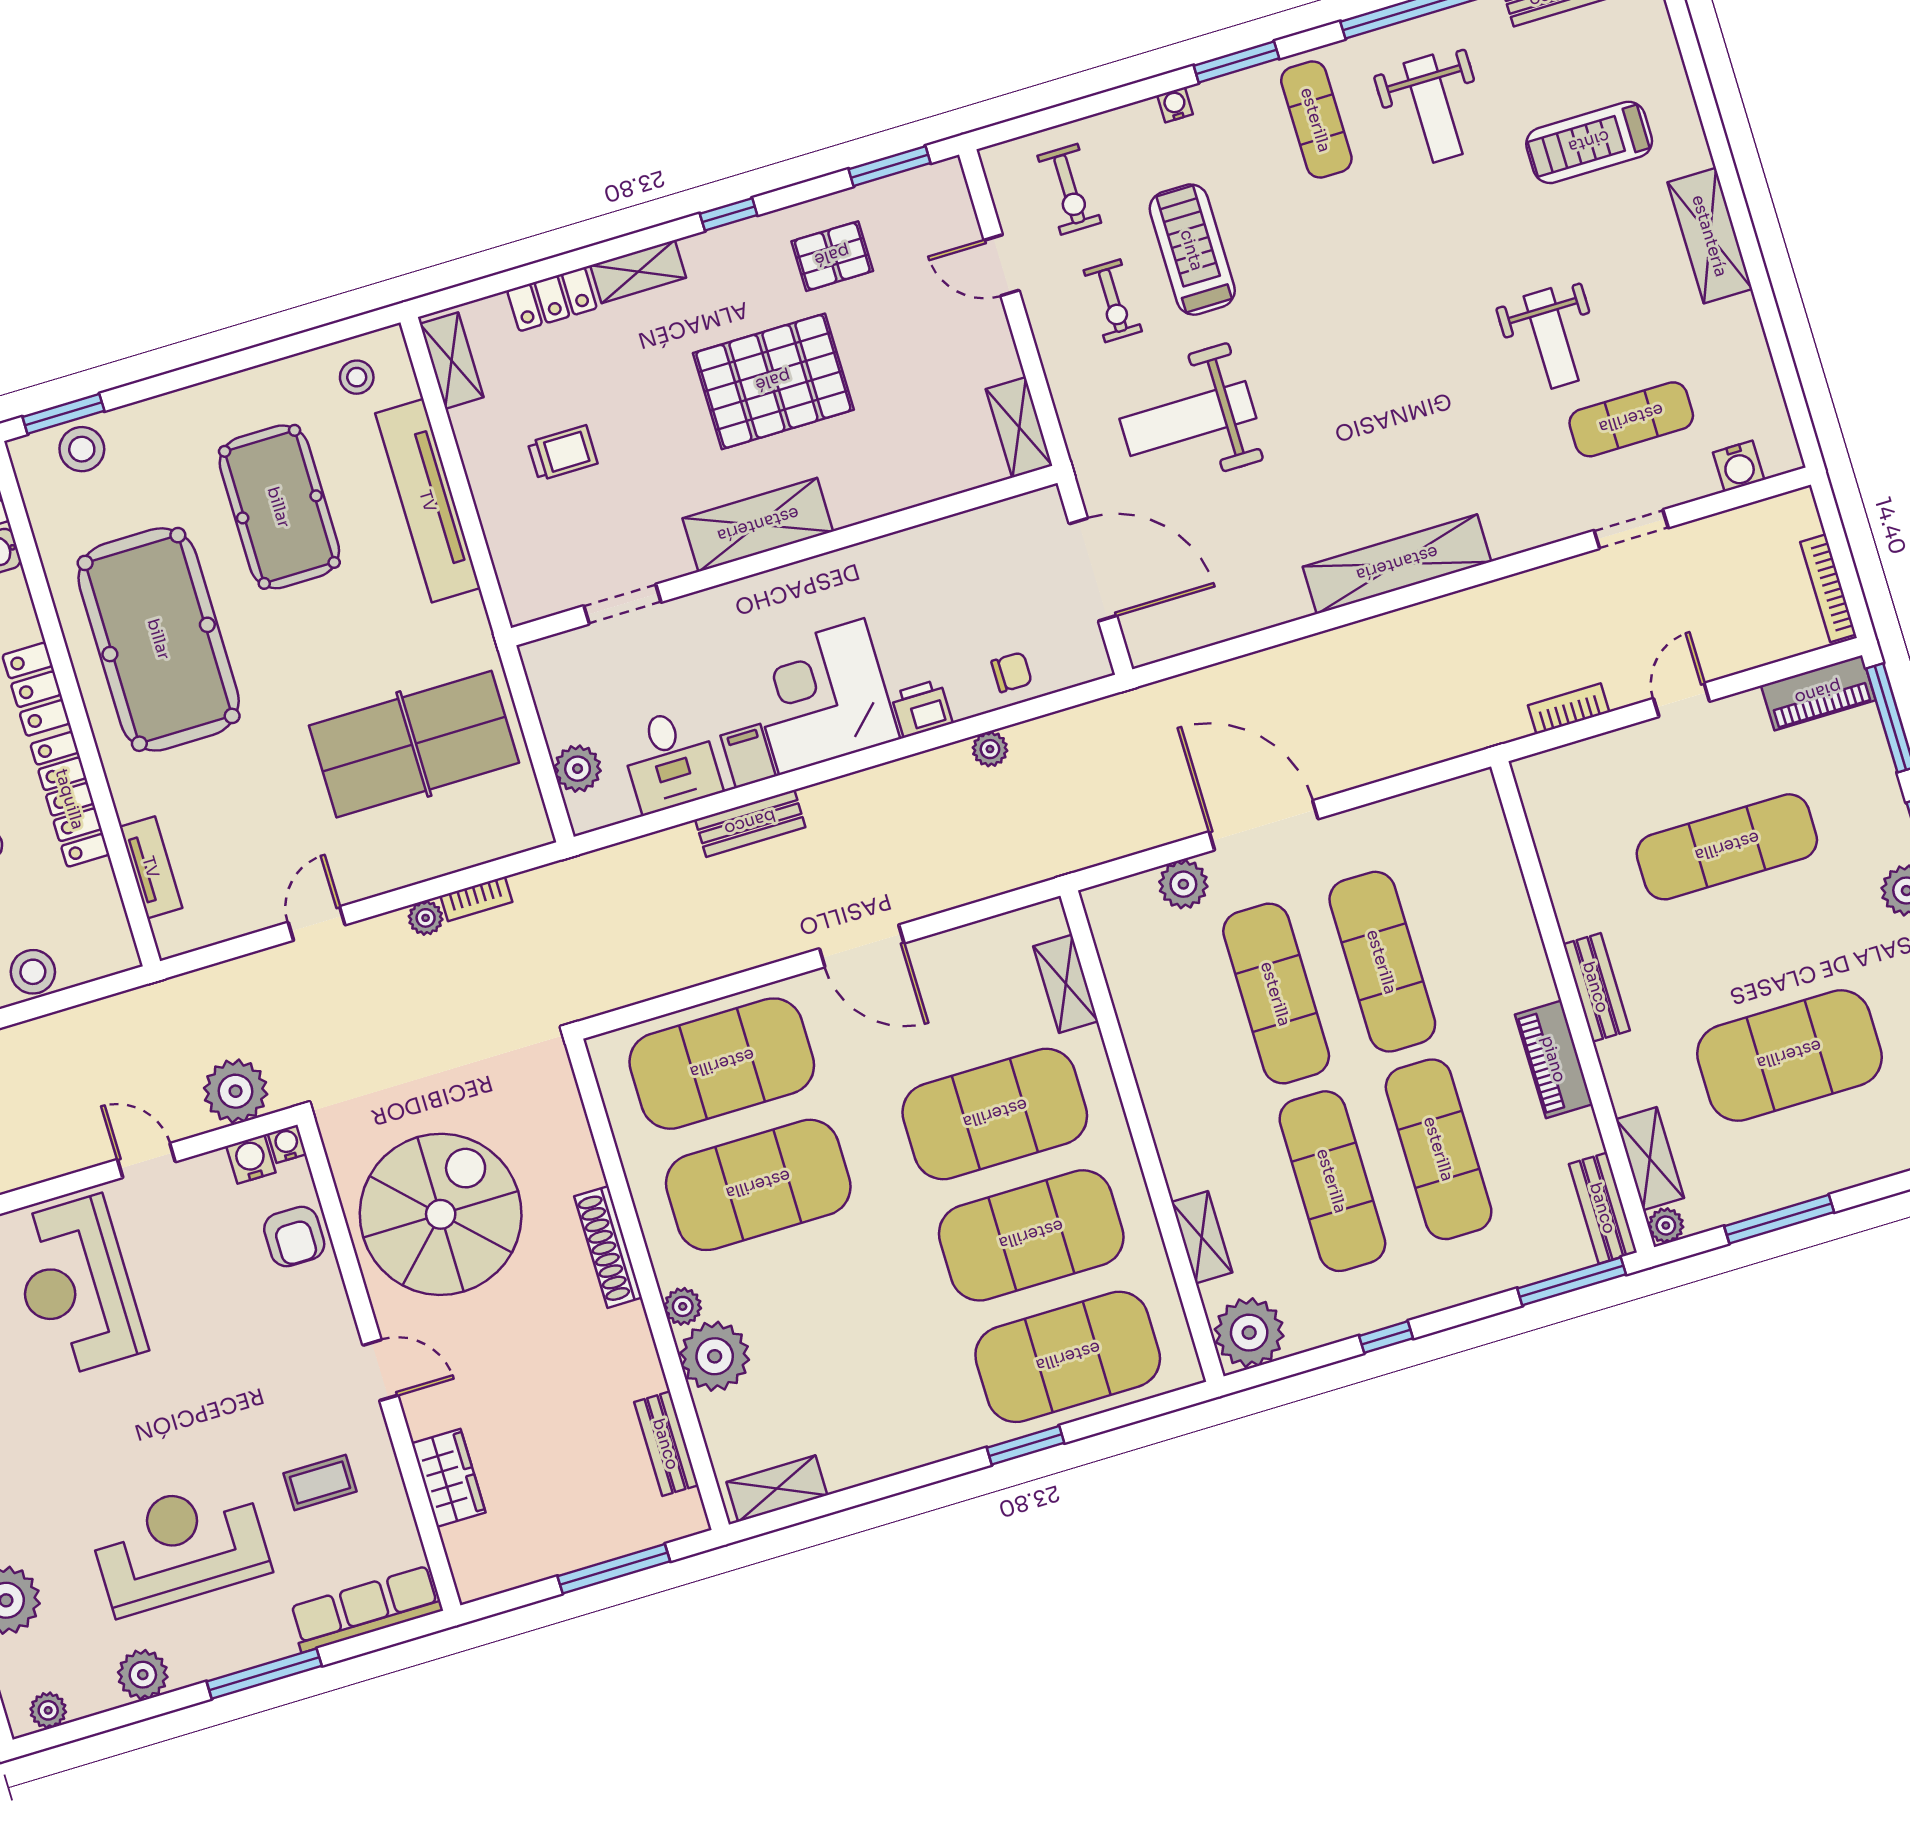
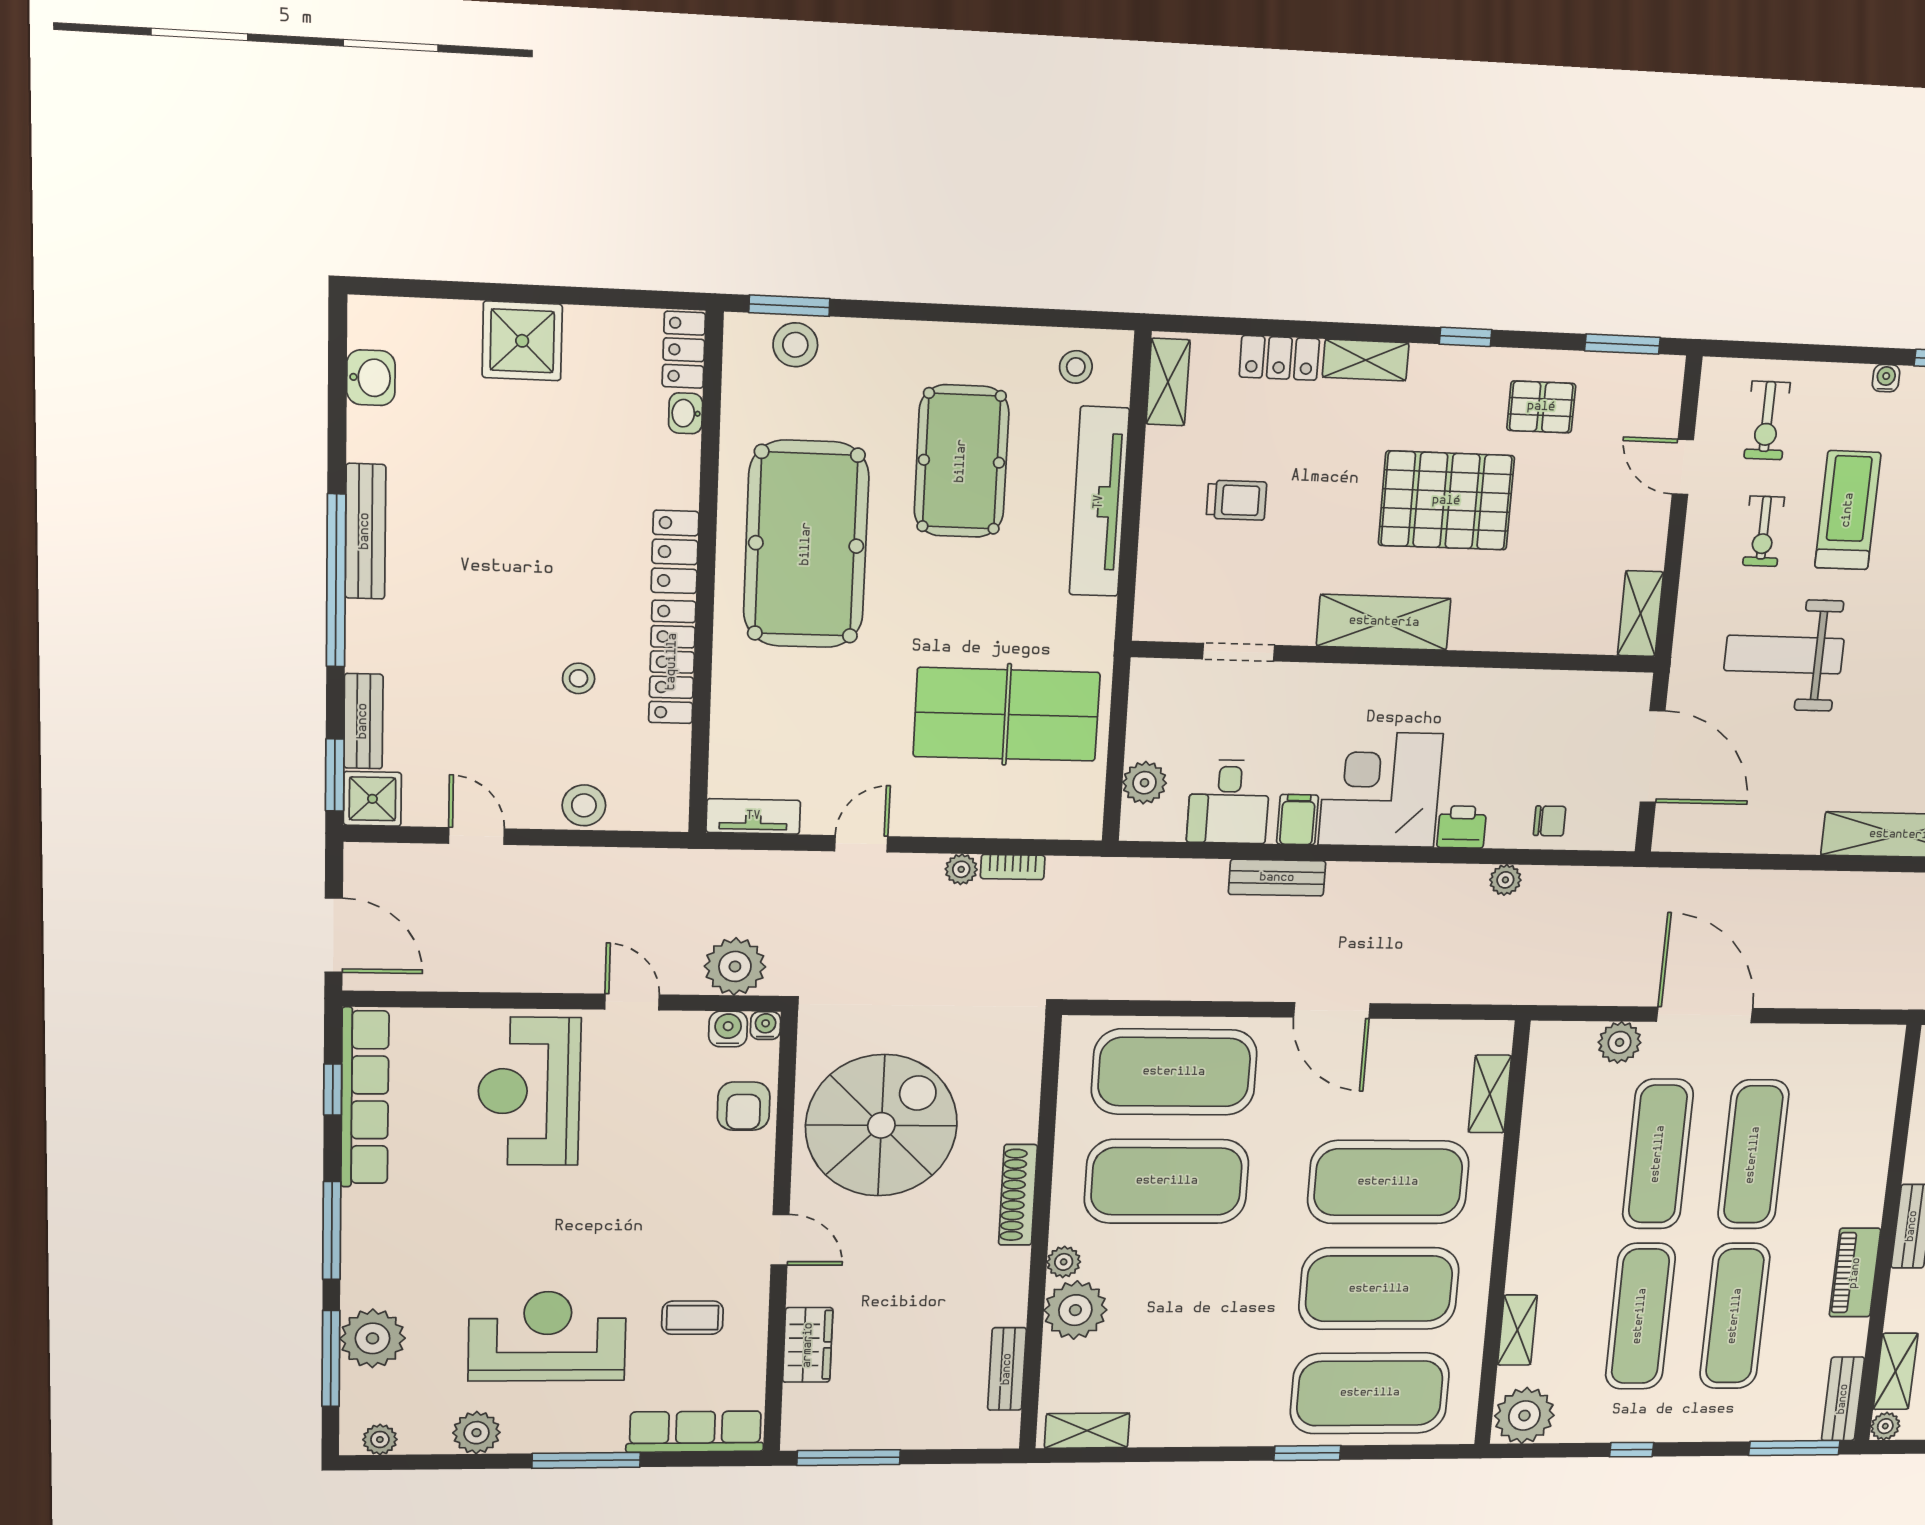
tv unit: (151, 867) -> (753, 816), moved, turned -90
window: (614, 1569) -> (849, 1458), moved

